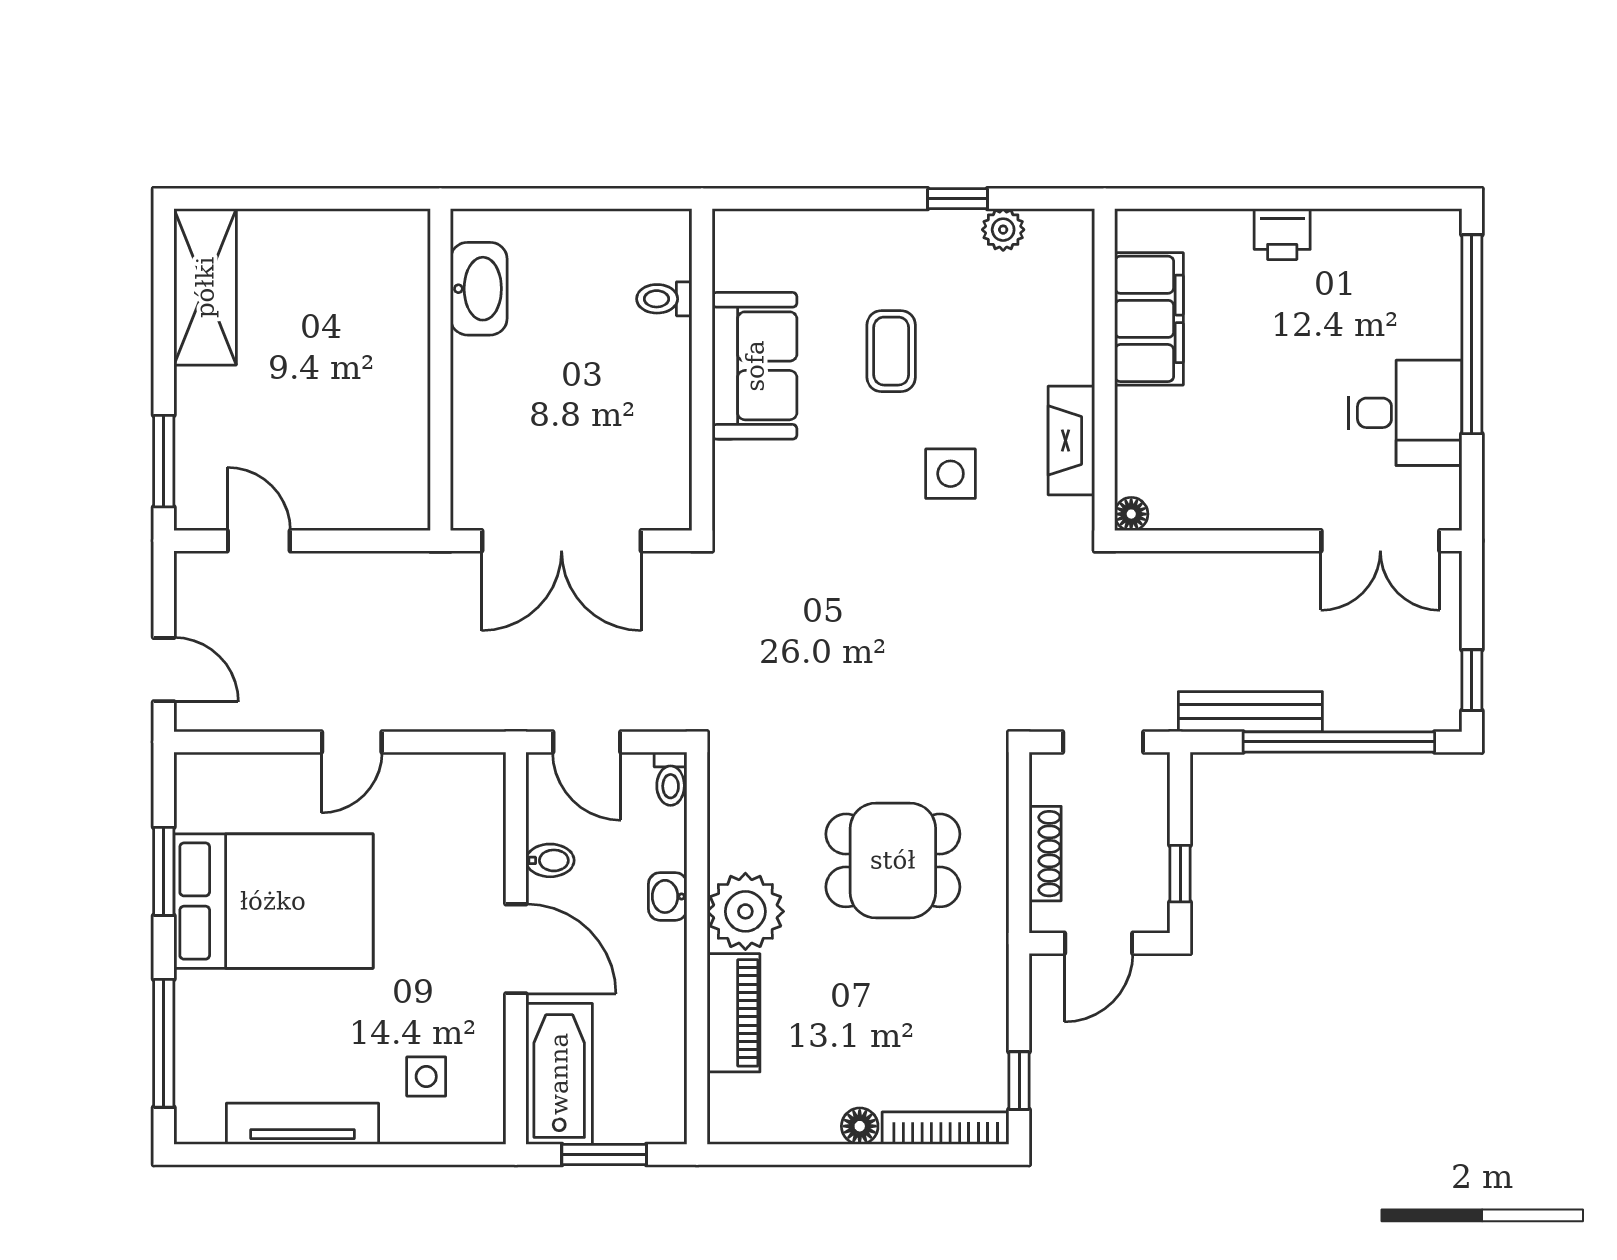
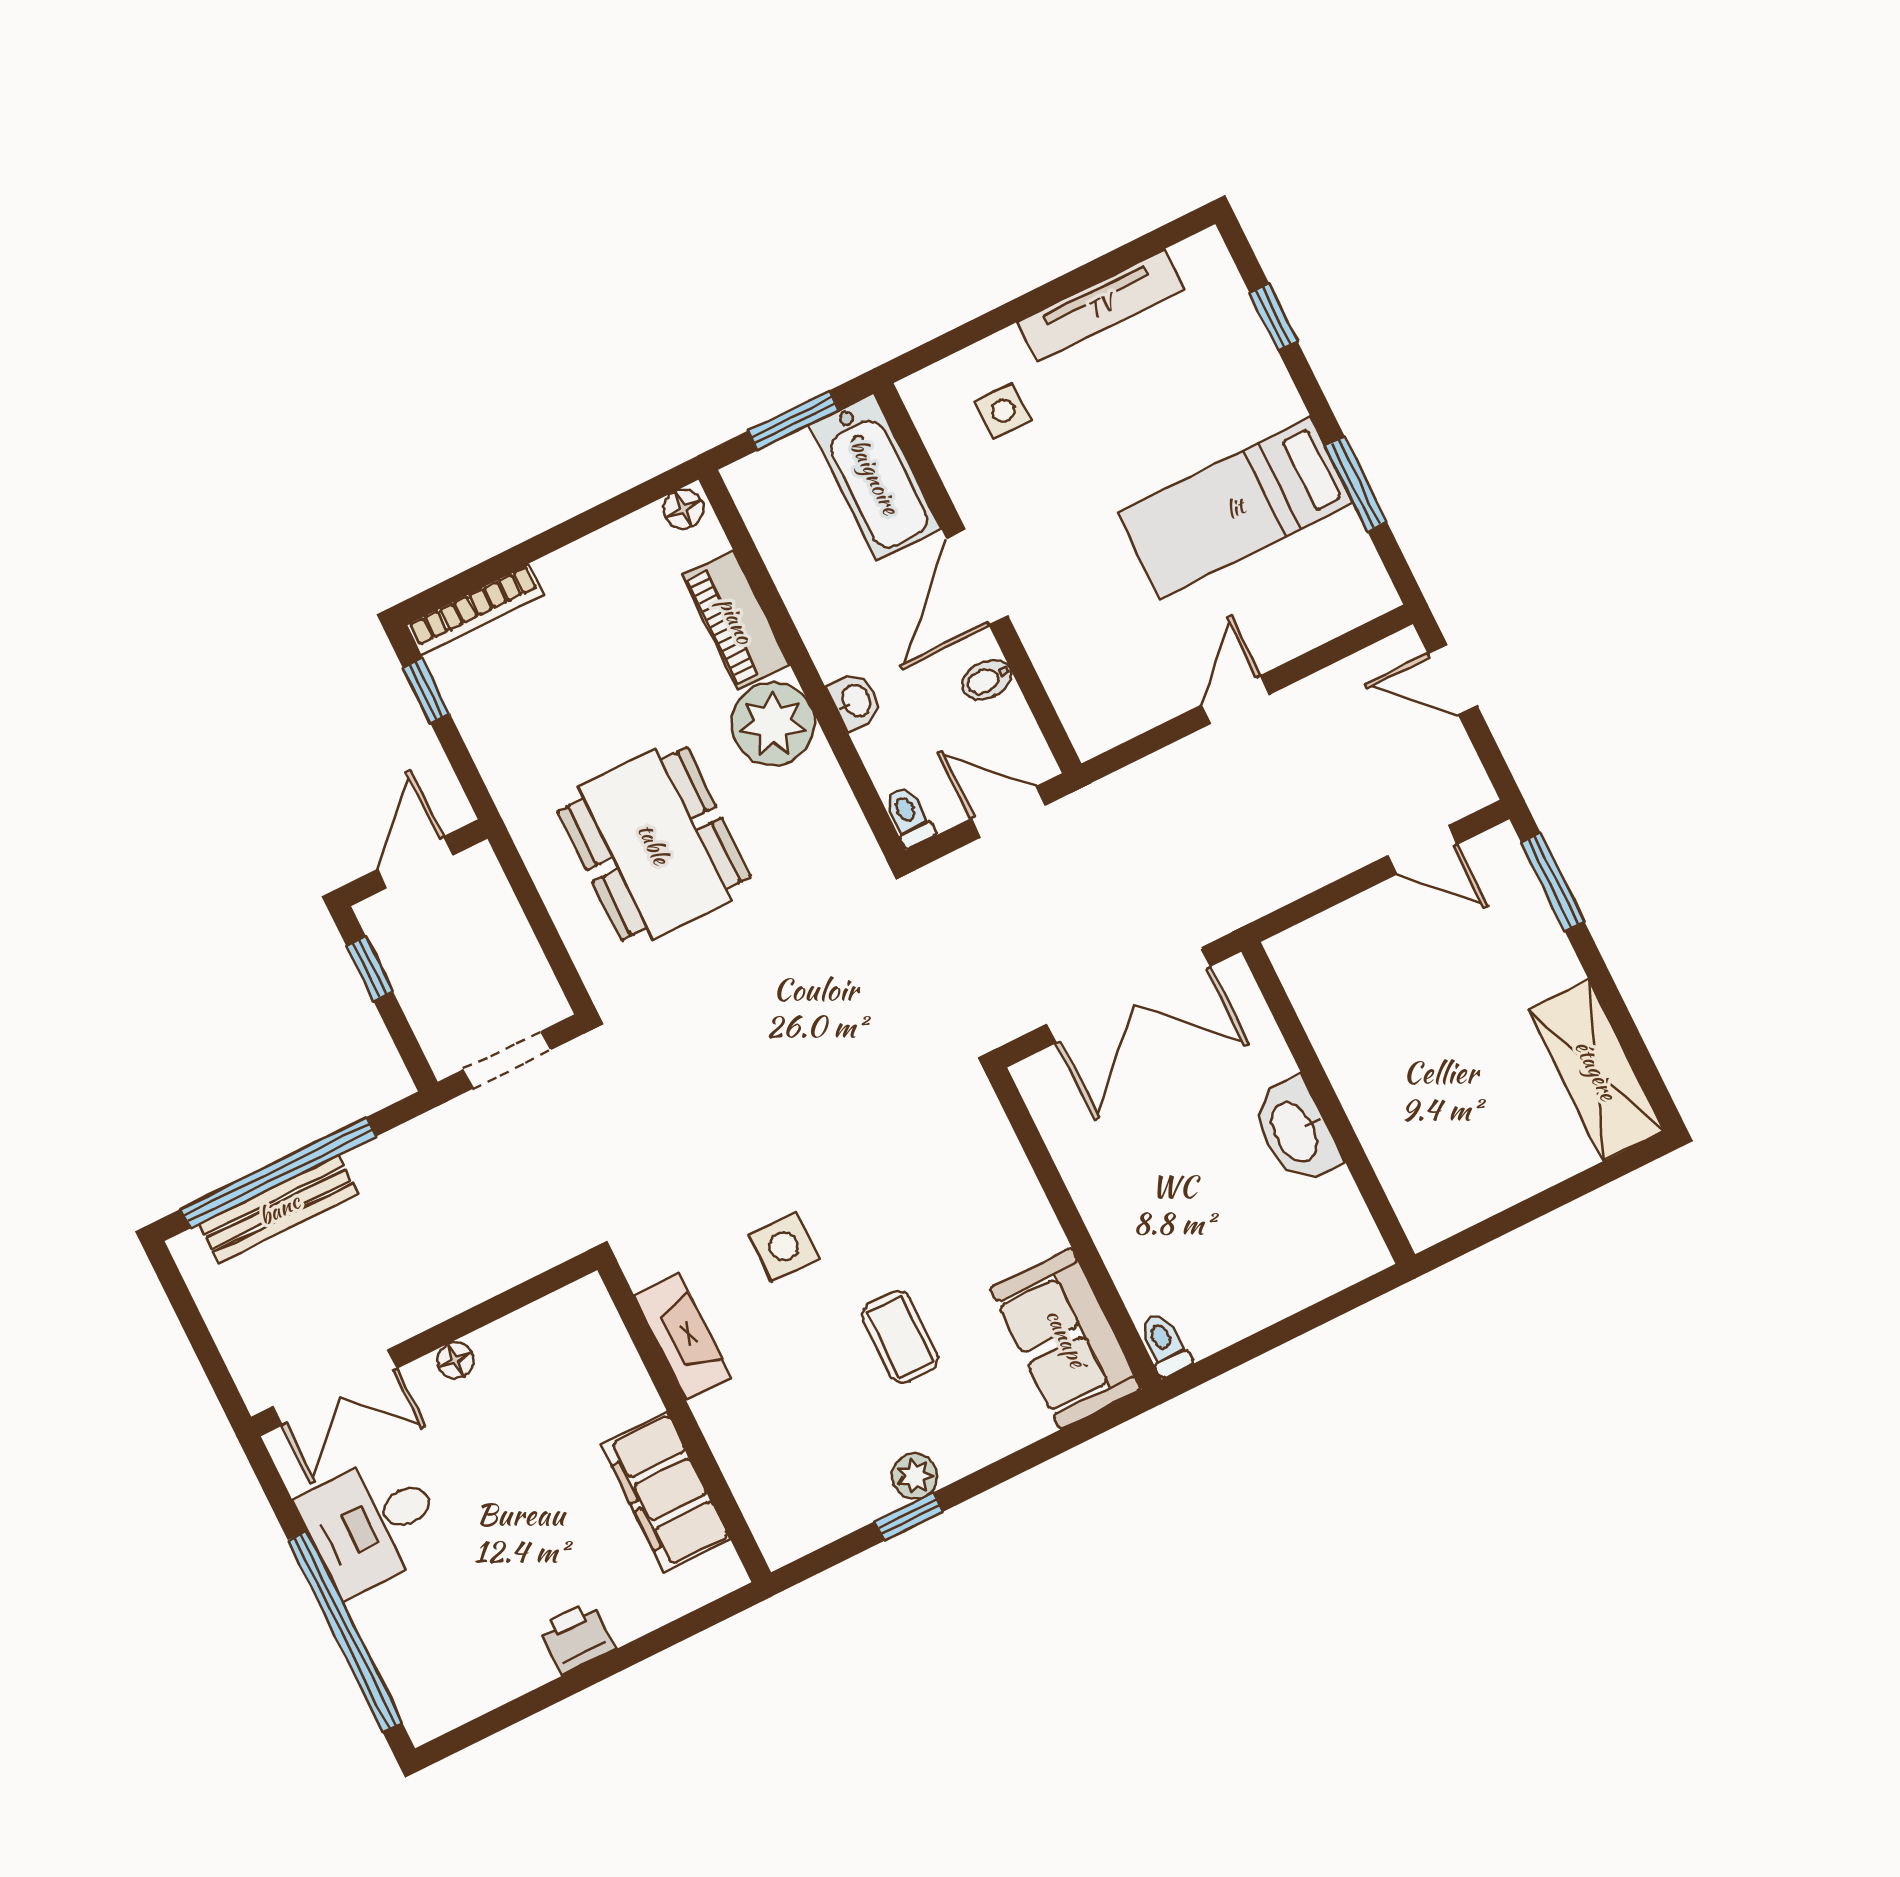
plant: (1003, 230) -> (915, 1476), moved
washbasin: (479, 289) -> (1296, 1131), moved
toilet: (664, 299) -> (1165, 1345), moved, turned -90
sofa: (755, 366) -> (1066, 1338), moved
floor lamp: (1131, 514) -> (455, 1360), moved
double door: (562, 541) -> (1129, 995), swing flipped
double door: (1380, 541) -> (335, 1387), swing flipped
window: (1472, 680) -> (179, 1296), removed
bench: (1250, 712) -> (279, 1209), moved
shoe rack: (1045, 854) -> (510, 924), removed
dining table: (893, 860) -> (654, 844), width x1.38
bed: (273, 901) -> (1235, 508), width x0.67
door: (516, 949) -> (977, 577), hinge flipped
window: (164, 1043) -> (1274, 317), width x0.46
floor lamp: (860, 1126) -> (683, 509), moved

